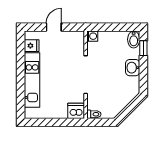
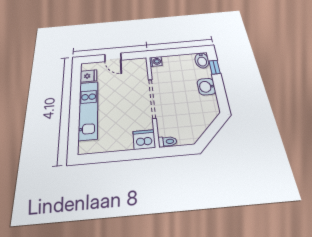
door: (54, 27) -> (113, 57), swing flipped

